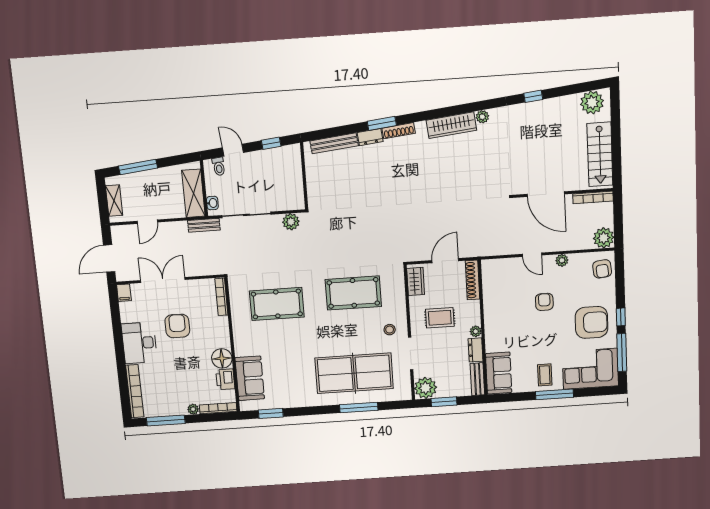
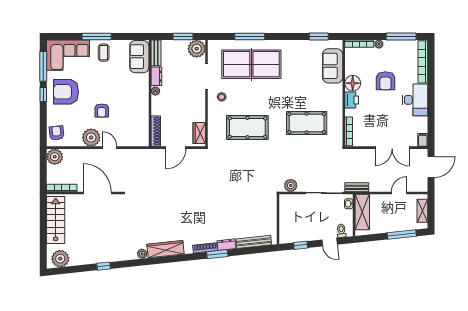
plant: (562, 260) -> (91, 138), width x1.88, depth x1.88
rug: (440, 318) -> (182, 104), removed
armchair: (177, 326) -> (385, 81), moved
printer: (225, 379) -> (352, 100), moved

